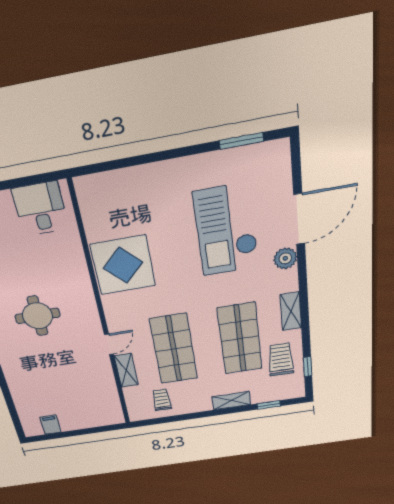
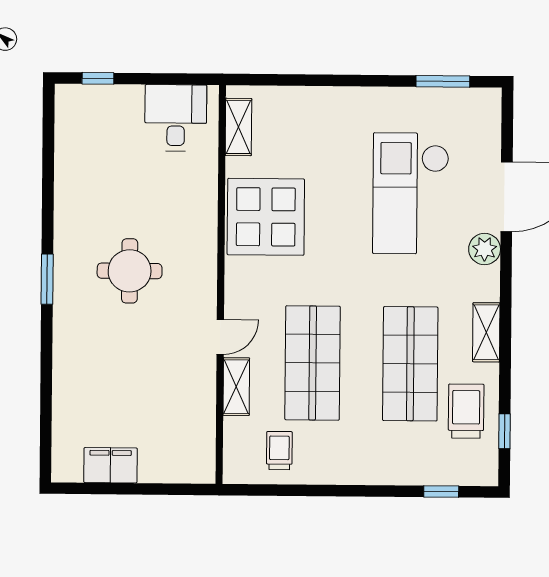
shelving: (231, 401) -> (238, 127), moved, turned 90
filing cabinet: (51, 425) -> (111, 465), width x2.00

